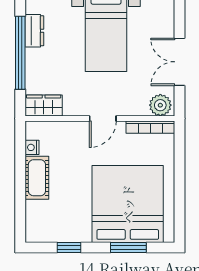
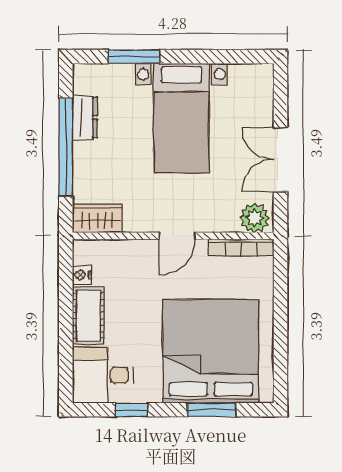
desk: (48, 222) -> (103, 375), added

